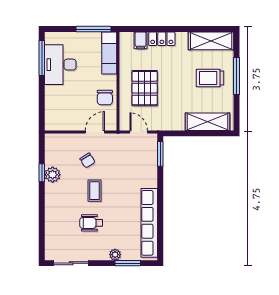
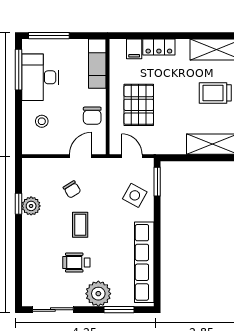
window: (93, 29) -> (49, 36), moved
stool: (62, 102) -> (42, 121), added
side table: (141, 166) -> (135, 195), added
plant: (115, 255) -> (98, 294), width x1.87, depth x1.87

